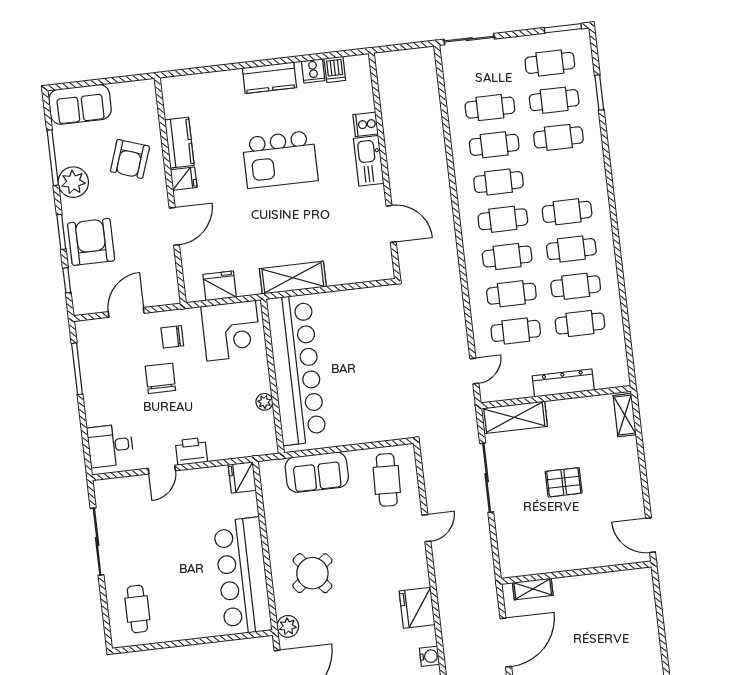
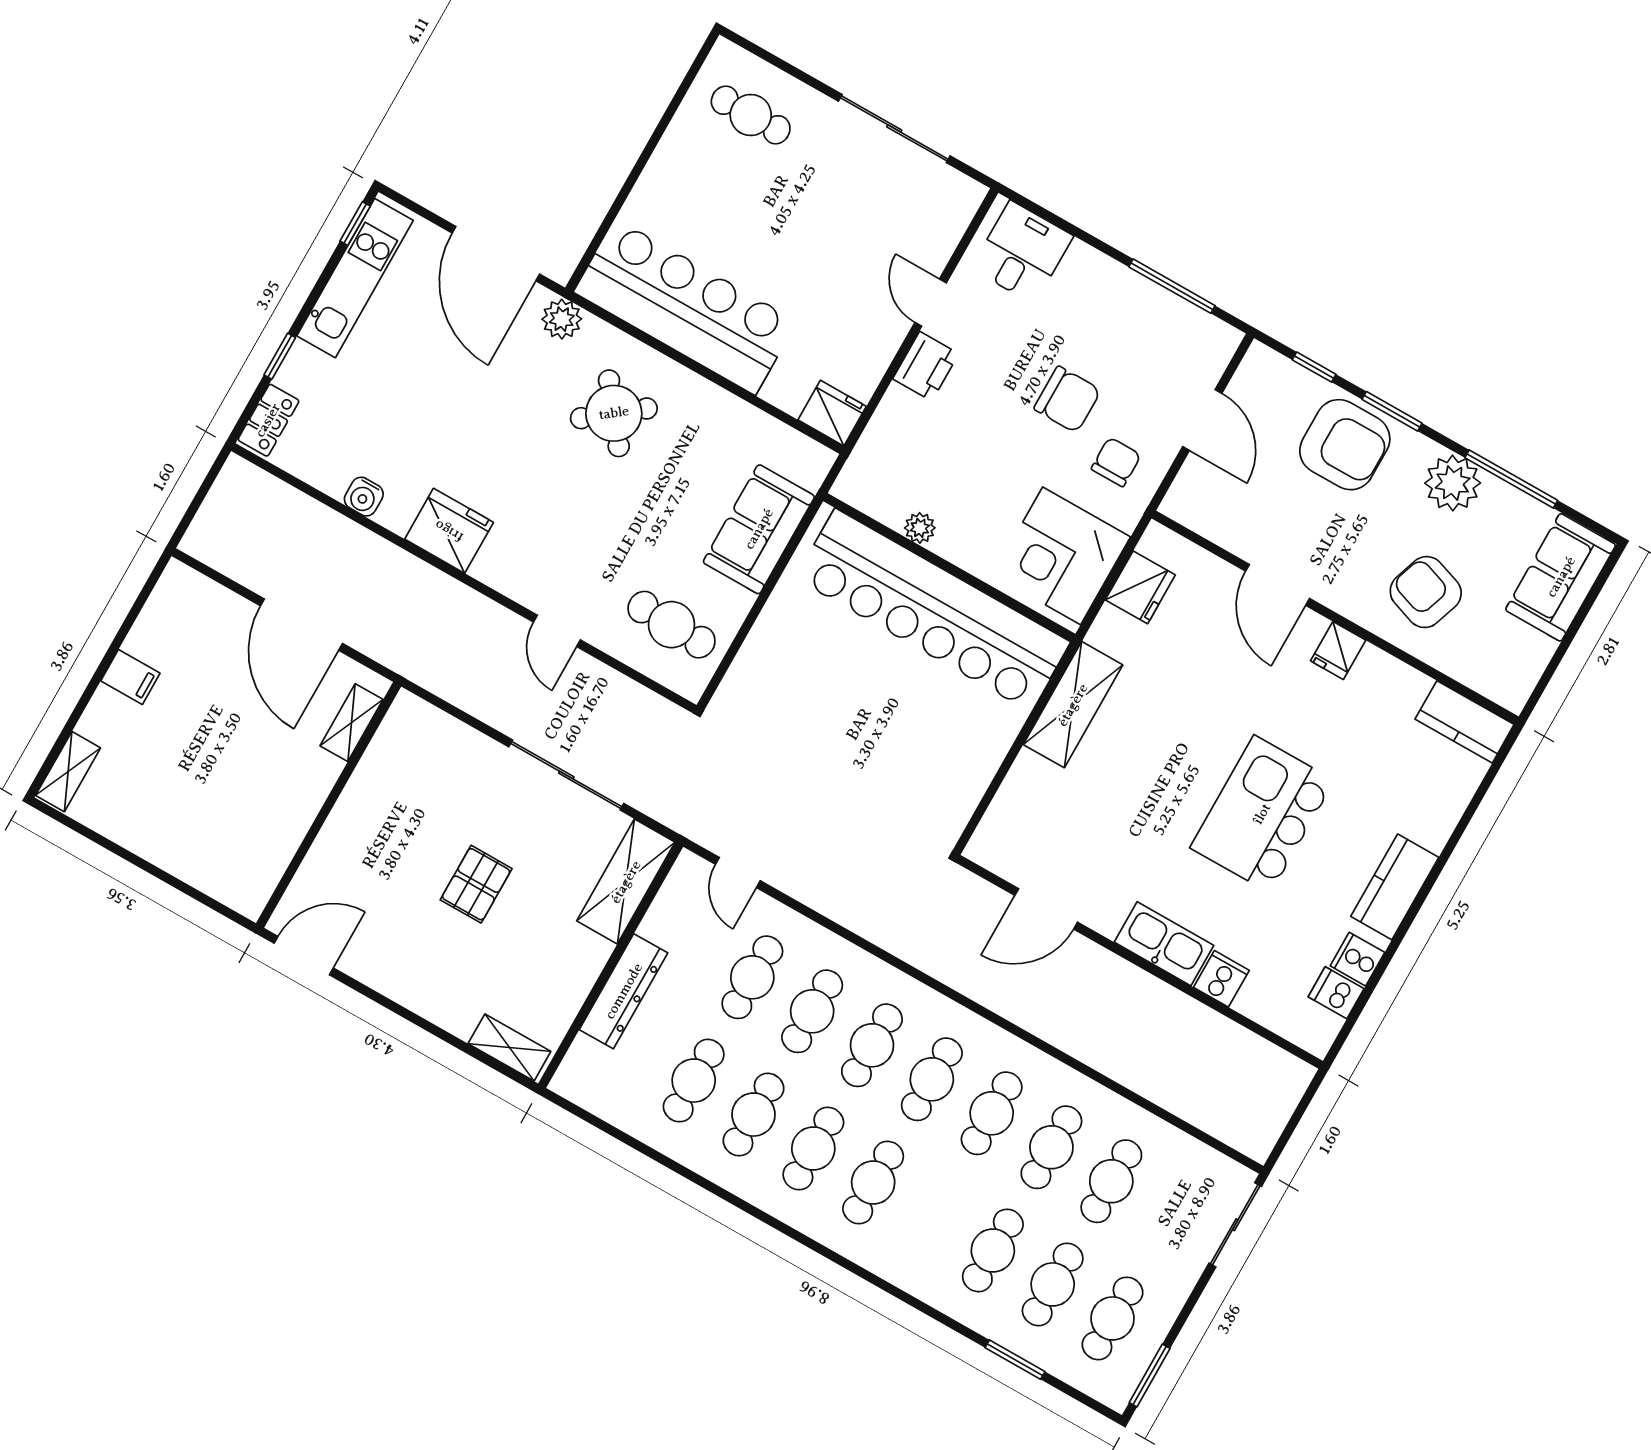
kitchen counter: (179, 143) -> (1465, 722), moved

